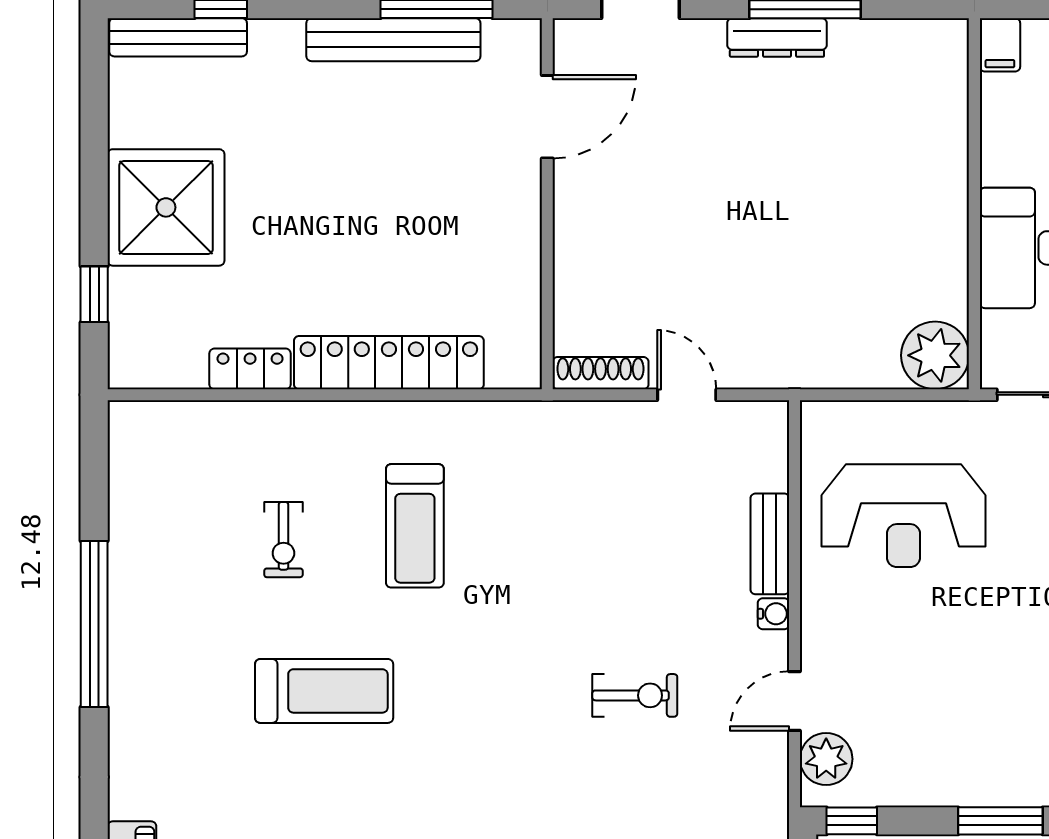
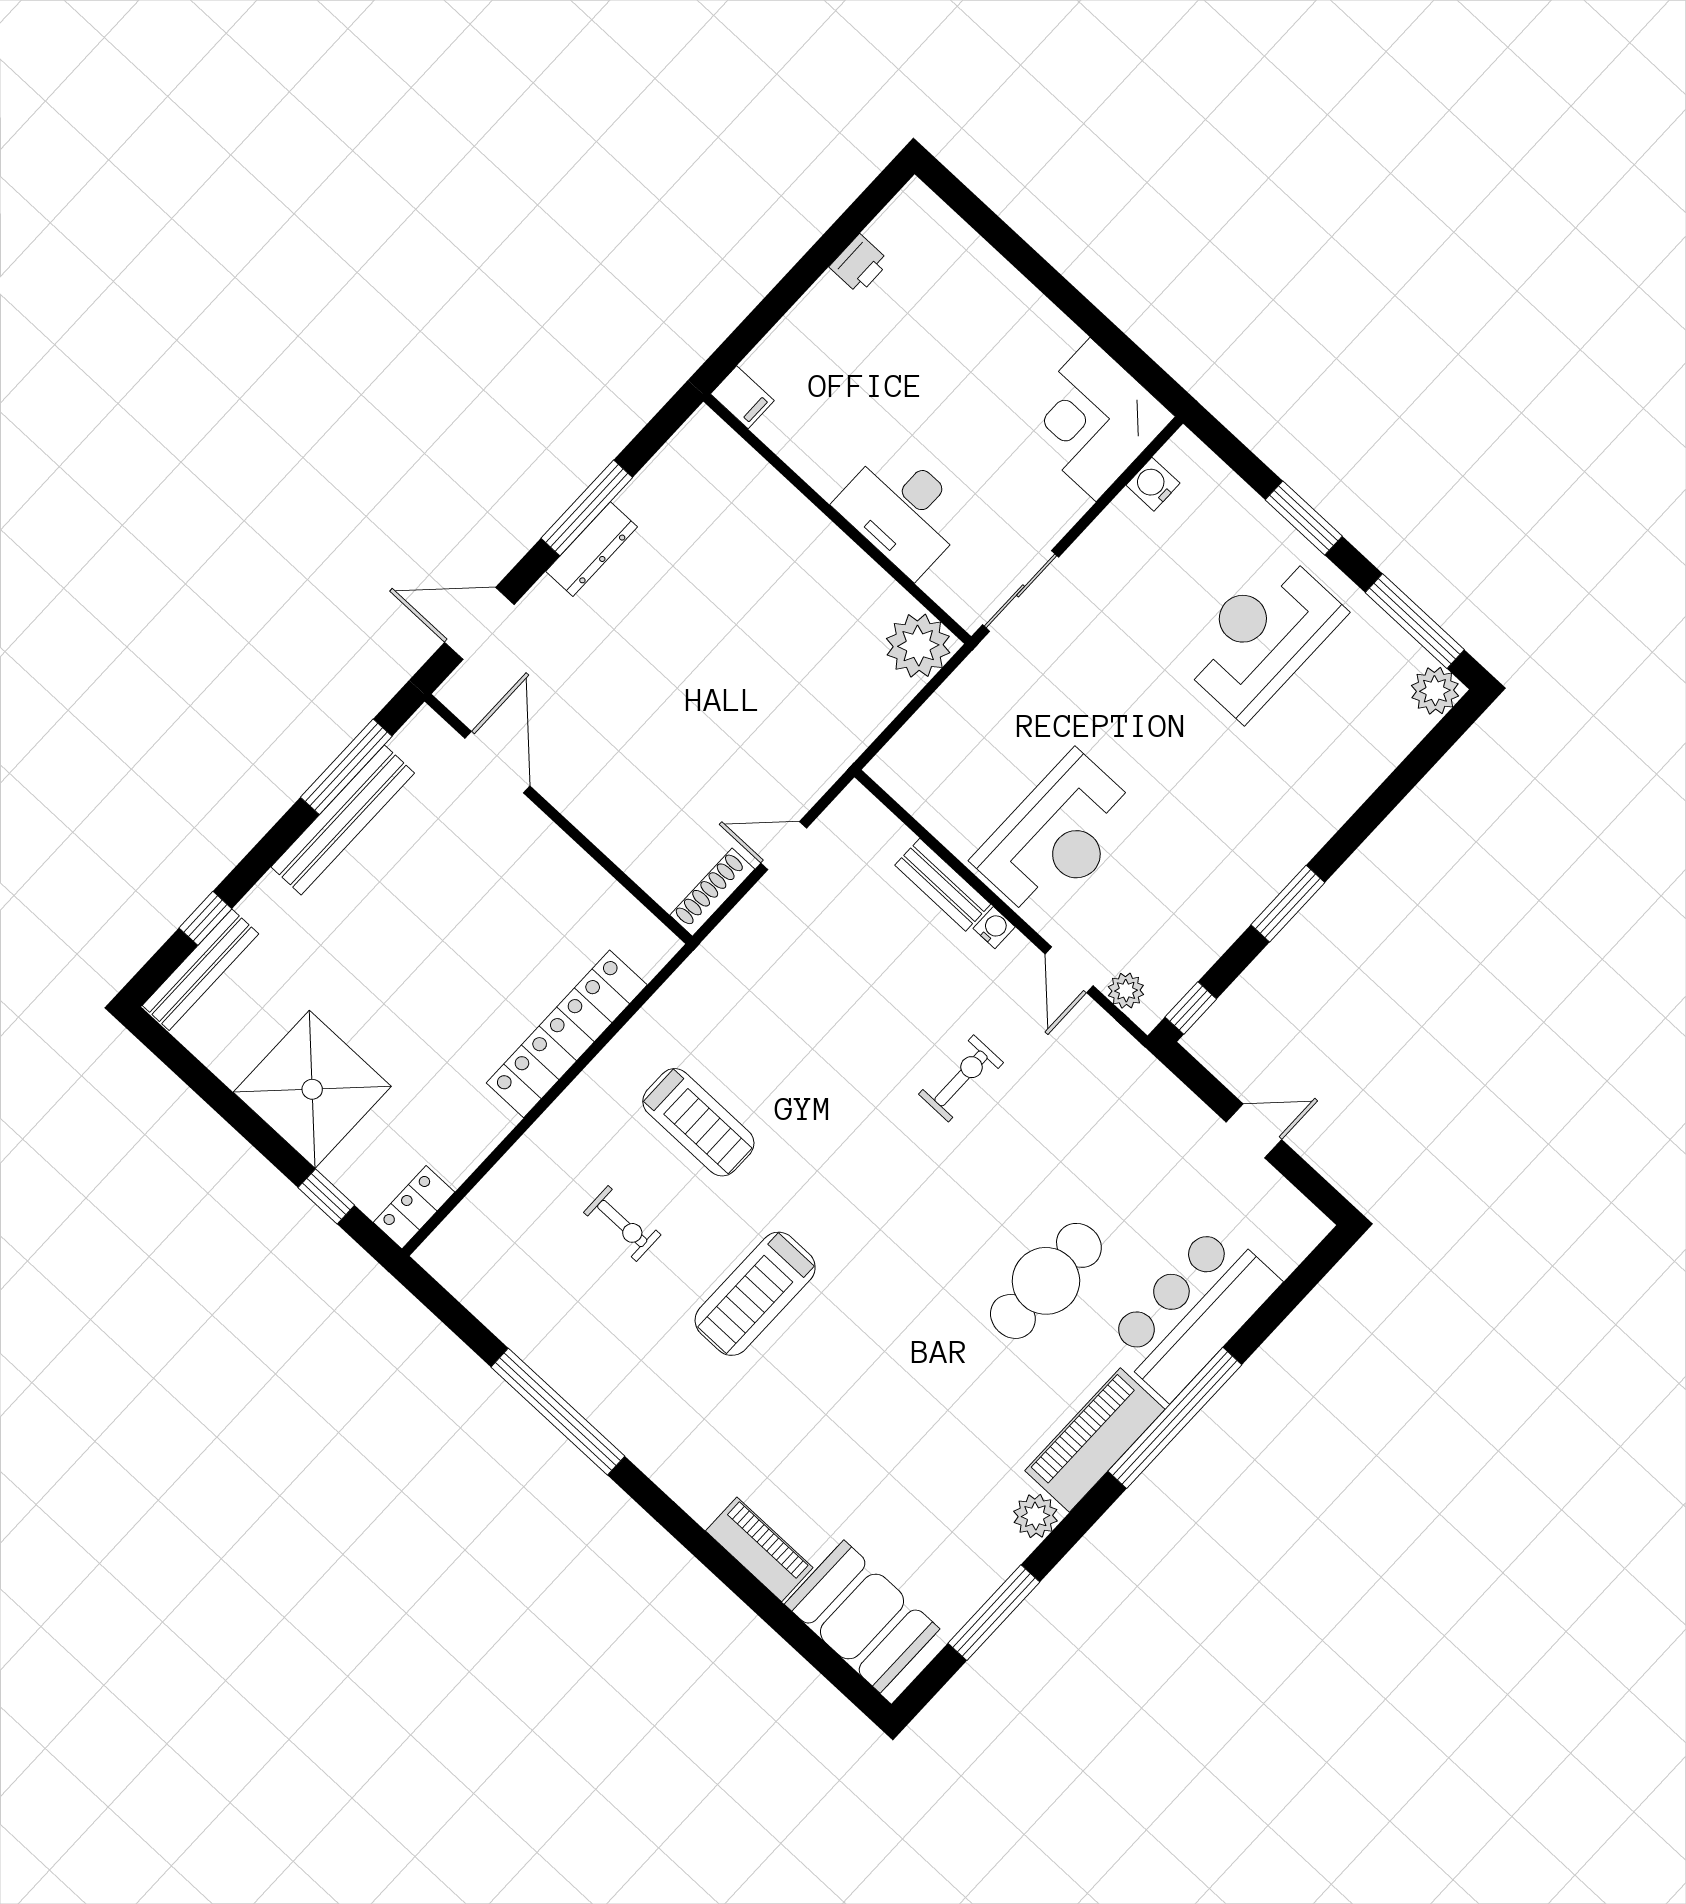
locker: (250, 369) -> (414, 1207), moved
reception desk: (903, 516) -> (1058, 837), moved
treadmill: (324, 691) -> (755, 1294), turned 180
plant: (826, 759) -> (1126, 991), width x0.73, depth x0.73

